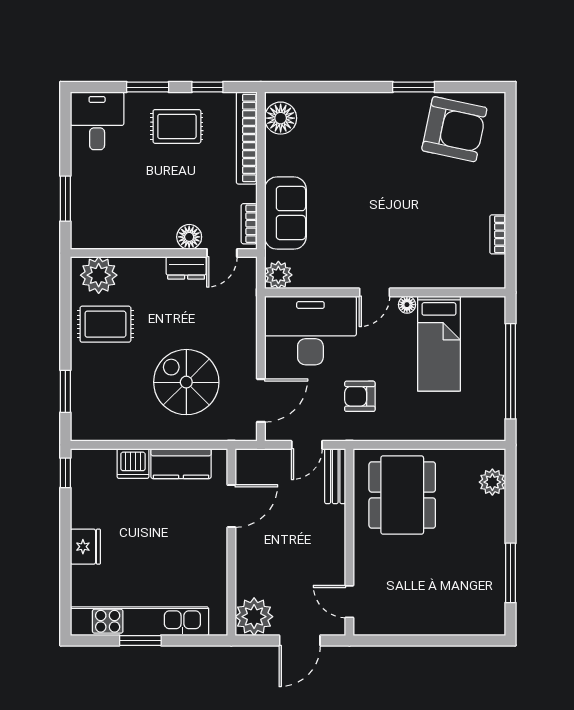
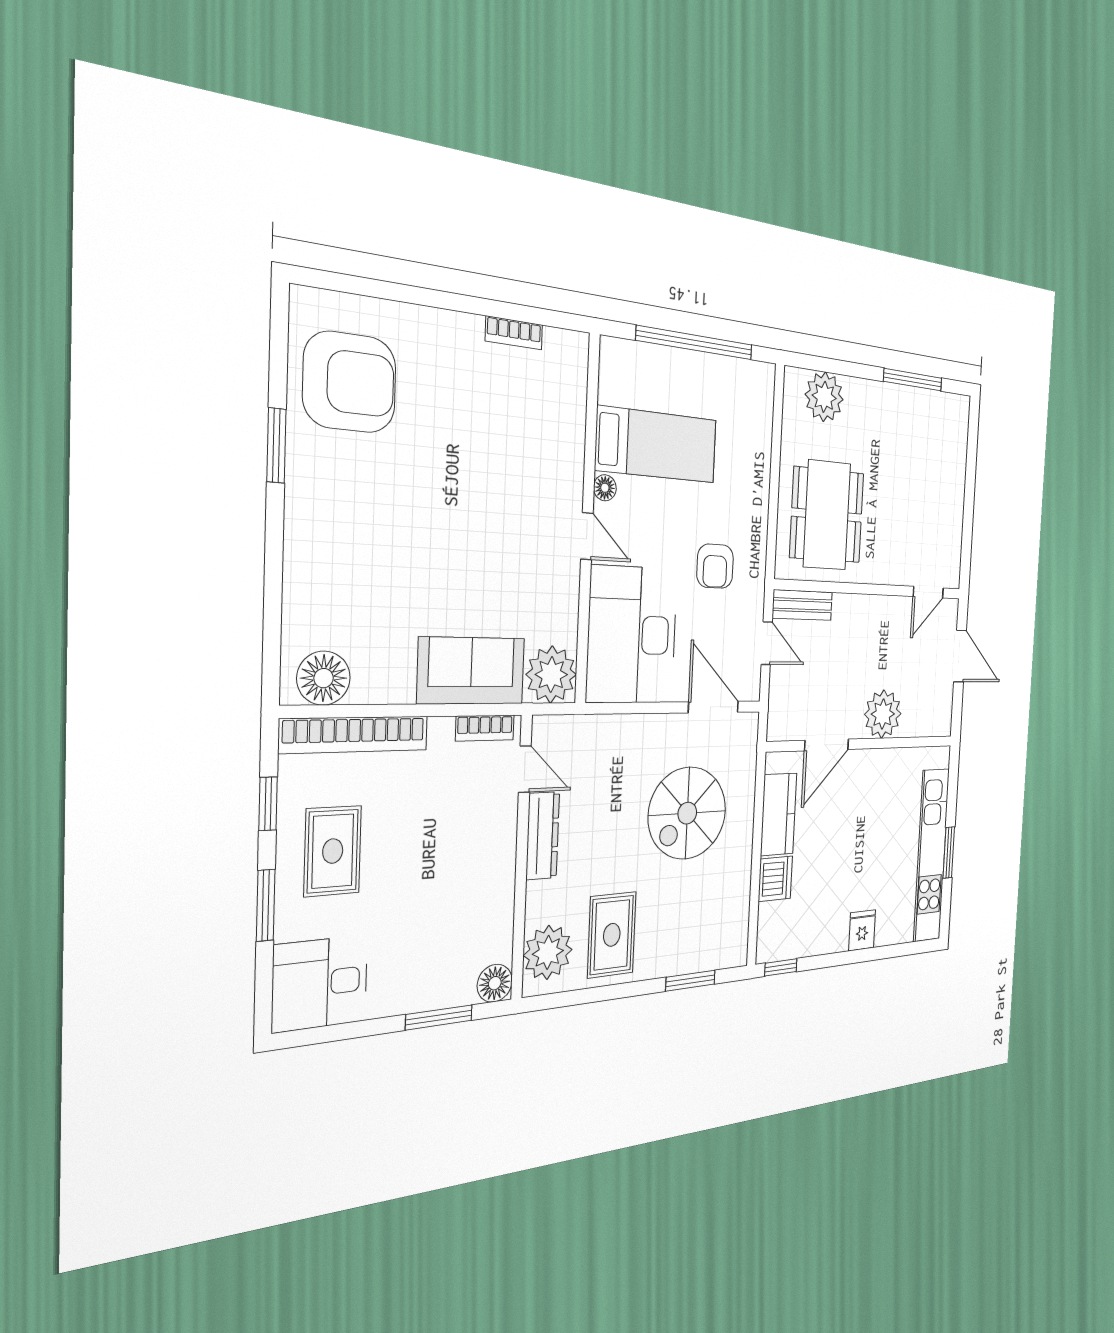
armchair: (454, 129) -> (350, 382), turned 78
floor lamp: (189, 237) -> (495, 983), moved
dresser: (186, 268) -> (543, 836), width x1.44
plant: (278, 275) -> (551, 675), width x1.36, depth x1.36
plant: (492, 482) -> (824, 397), width x1.36, depth x1.36
dining table: (402, 495) -> (827, 515), turned 90
door: (231, 506) -> (827, 745), swing flipped
fridge: (85, 547) -> (862, 930), width x0.72
plant: (254, 617) -> (883, 714), moved

